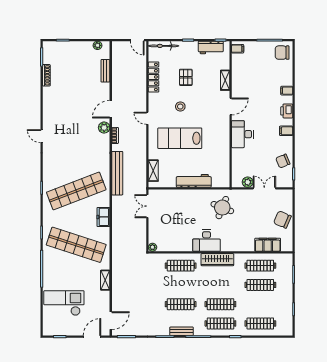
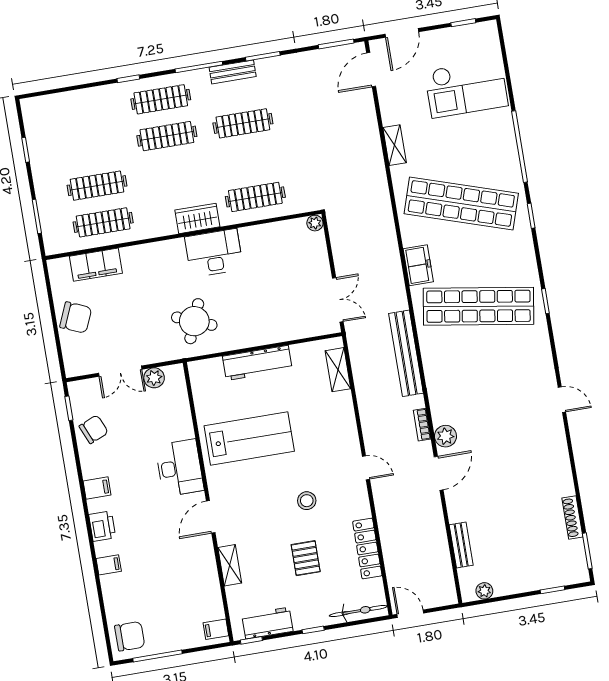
lab bench: (180, 138) -> (249, 439), moved
shop shelf: (76, 191) -> (478, 306), turned 30
wardrobe: (217, 260) -> (197, 218), width x0.67
clothes rail: (260, 323) -> (85, 112), removed

